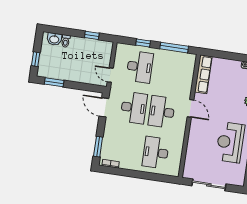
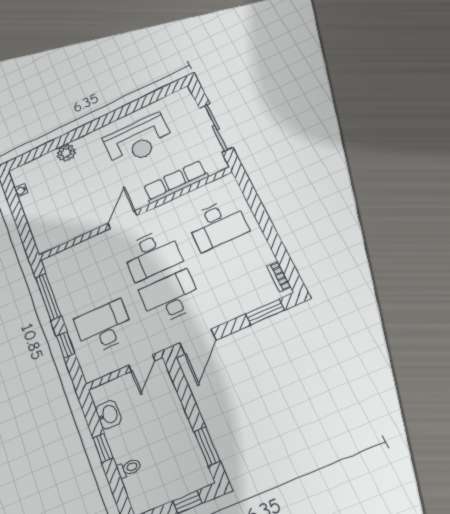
window: (92, 35) -> (103, 448), moved
washbasin: (54, 39) -> (108, 415), moved
row of seats: (203, 74) -> (176, 182), moved

